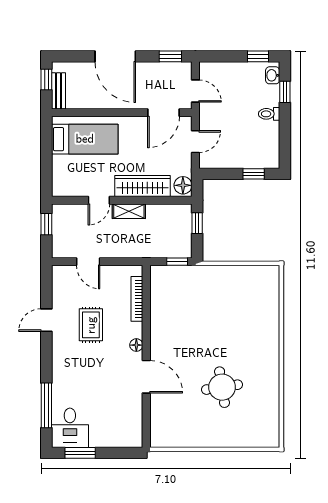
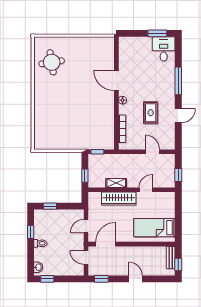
door: (115, 56) -> (136, 279), width x0.53
window: (285, 92) -> (31, 232), moved
floor lamp: (183, 185) -> (94, 199), removed
shelving: (129, 211) -> (116, 183), moved
round table: (222, 387) -> (52, 62), moved
window: (46, 405) -> (178, 81), moved

